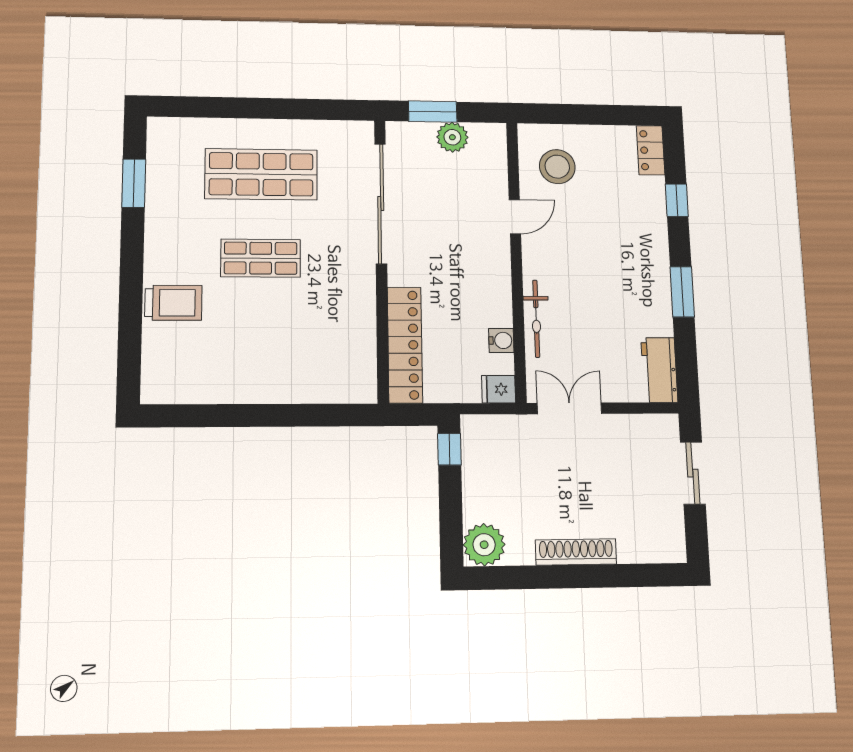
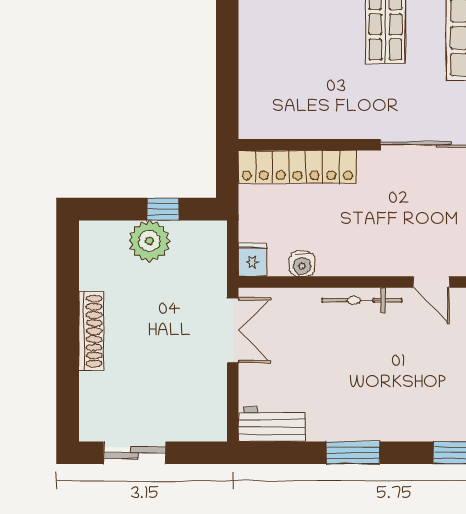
bicycle: (536, 319) -> (362, 300), moved
window: (449, 449) -> (163, 209), moved
sliding door: (693, 473) -> (135, 453), moved
plant: (484, 545) -> (149, 241), moved

